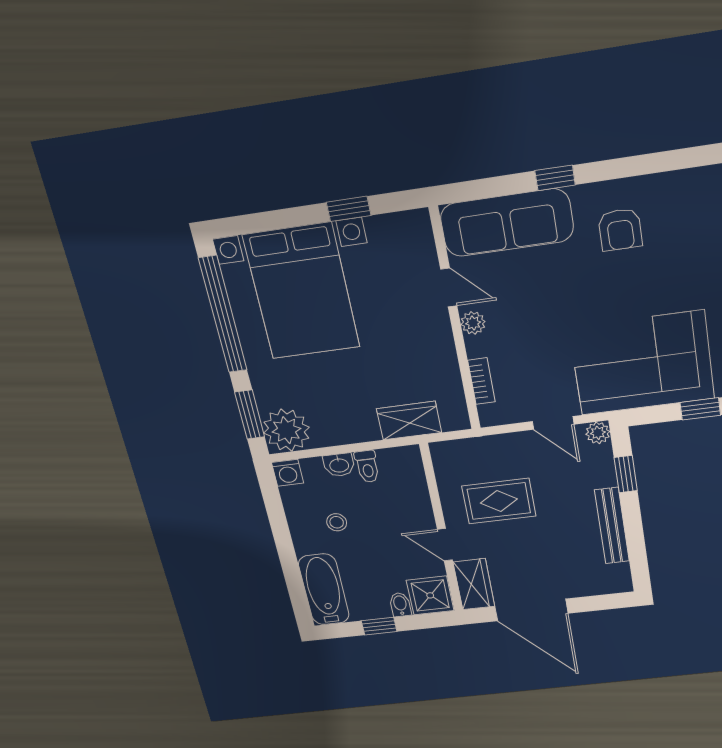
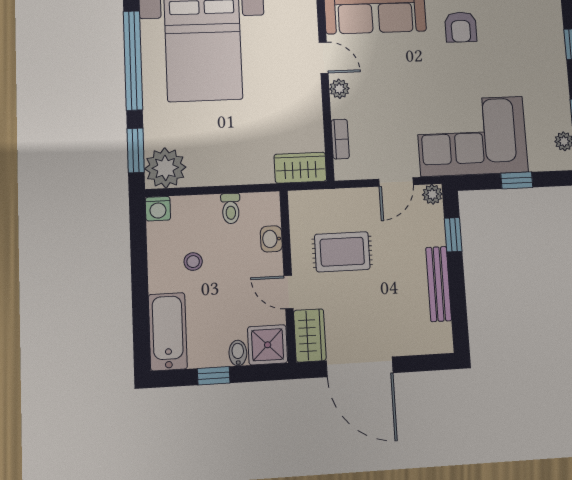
wardrobe: (409, 421) -> (300, 168), moved
door: (553, 423) -> (396, 182), hinge flipped
washbasin: (339, 465) -> (271, 239), moved, turned 90

